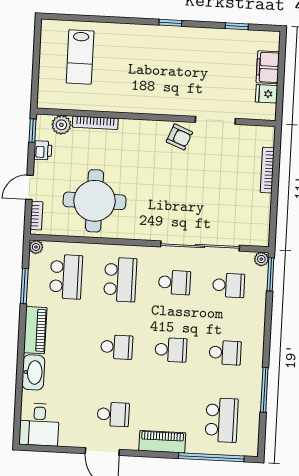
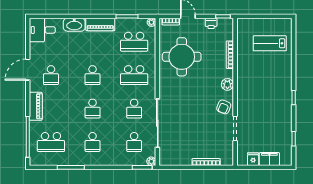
plant: (61, 125) -> (227, 84), moved

